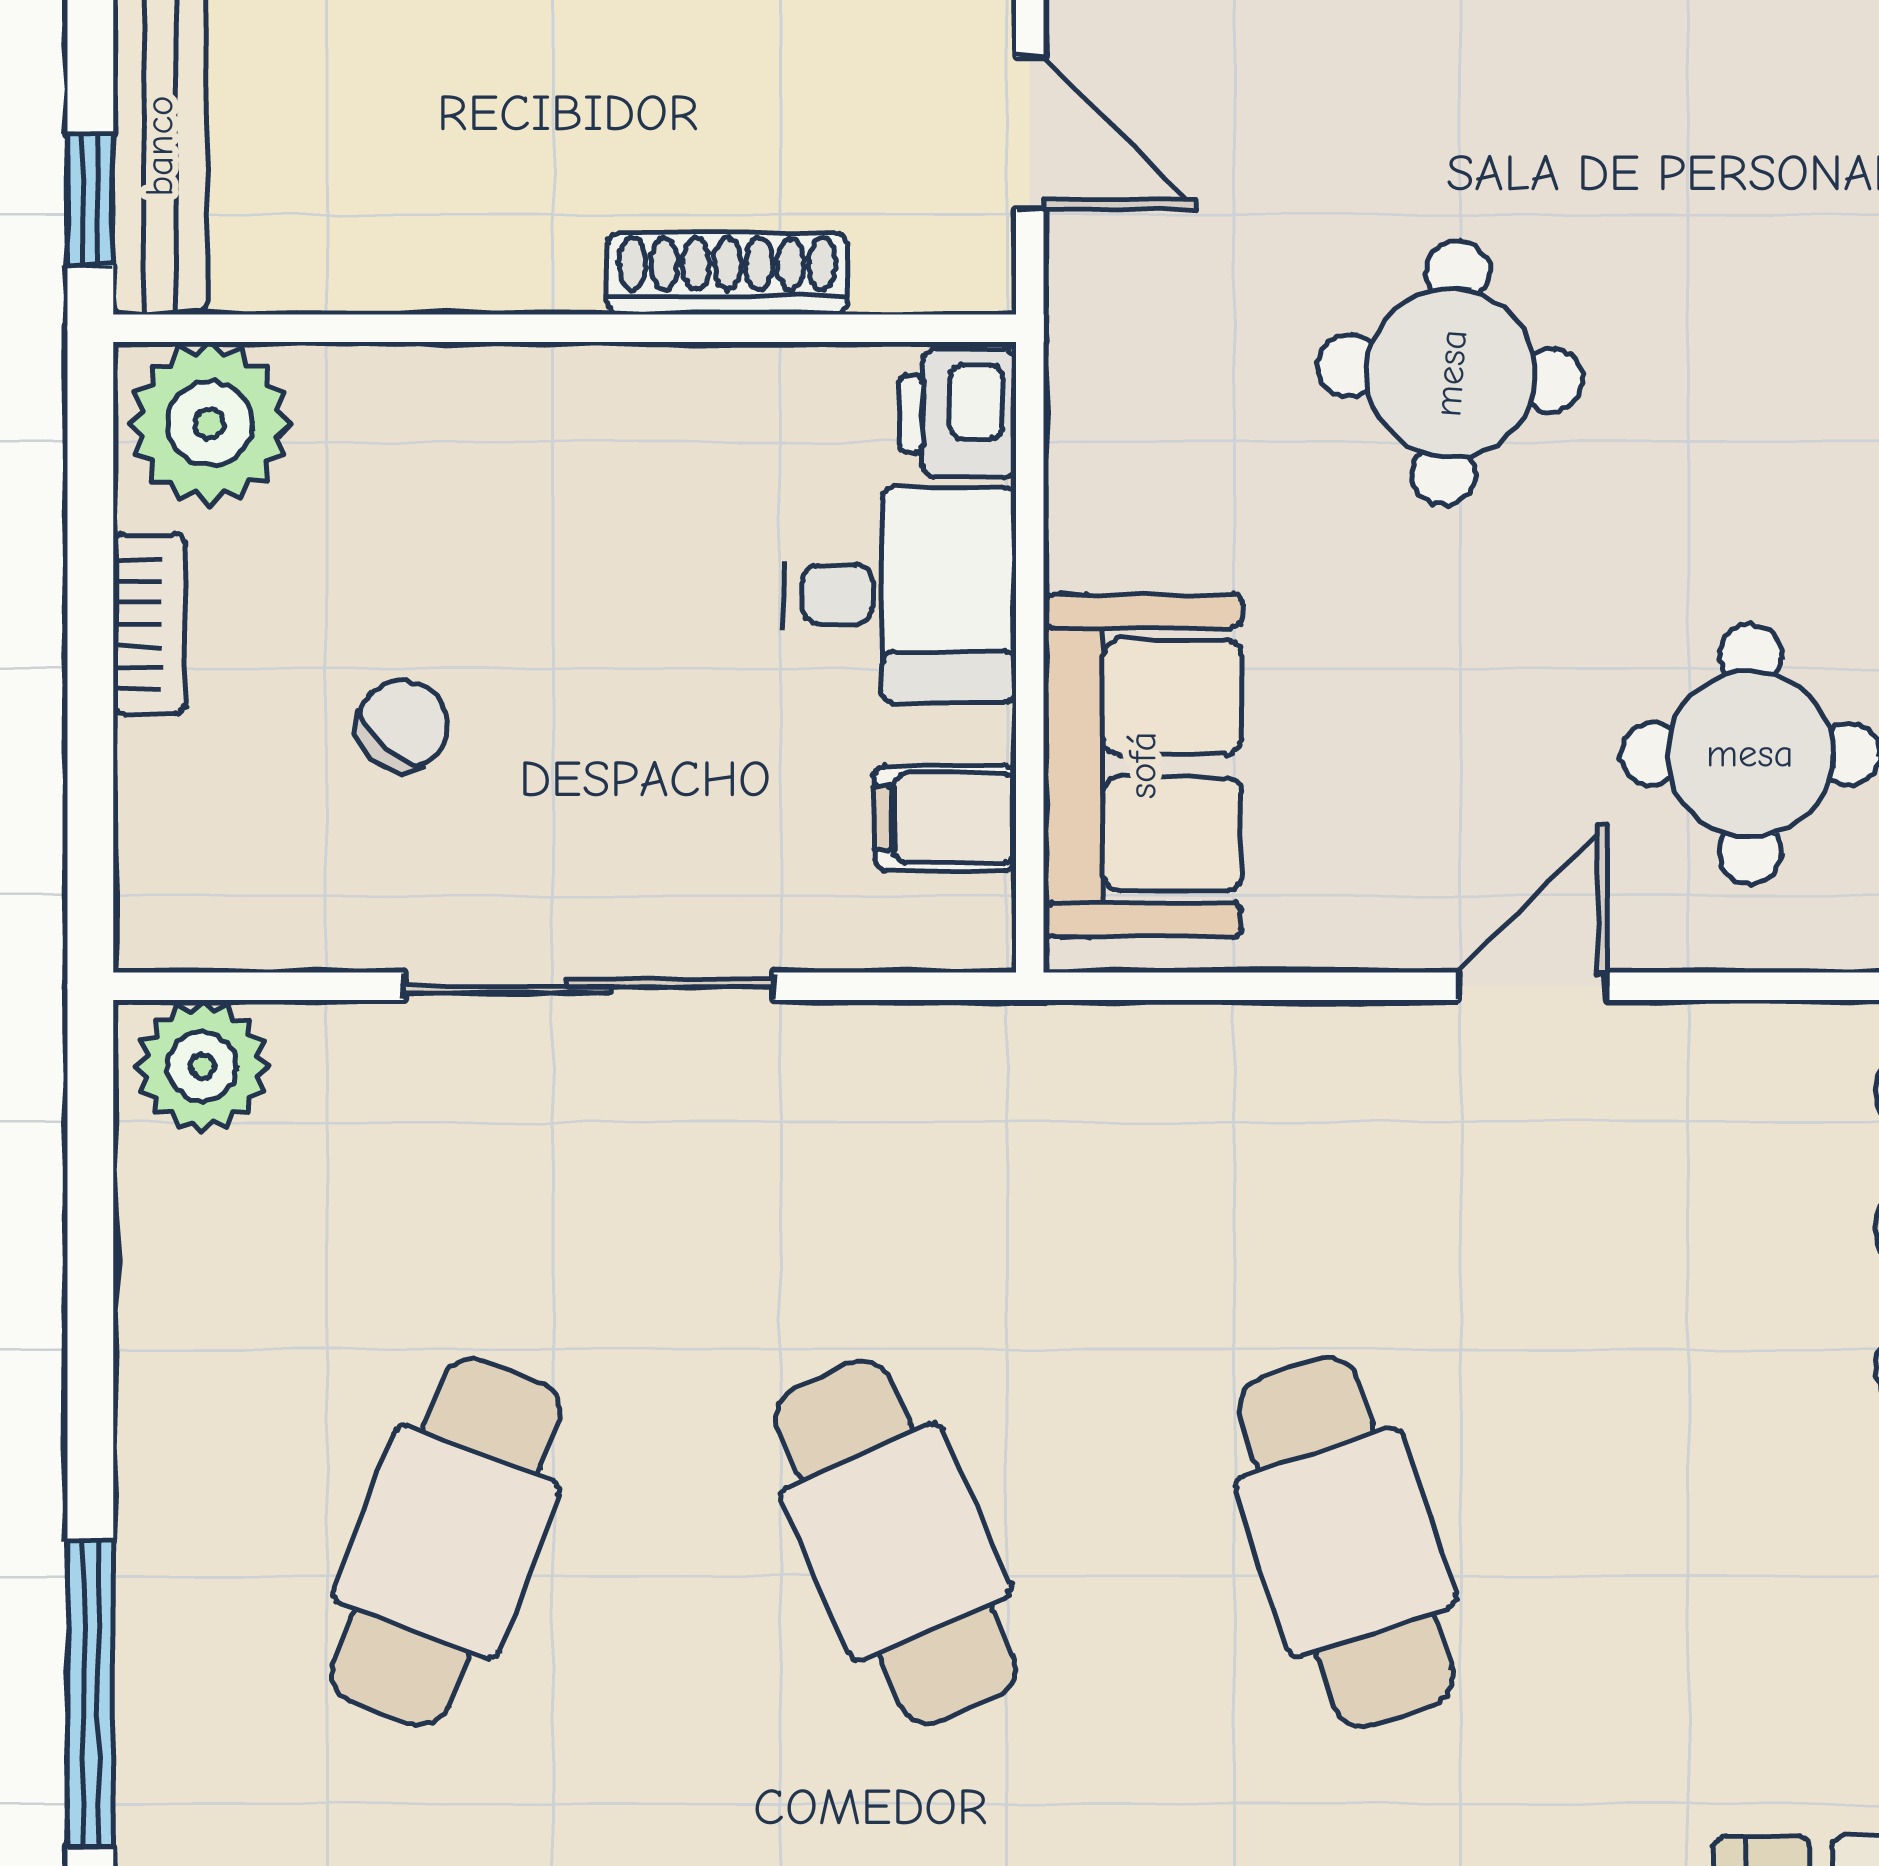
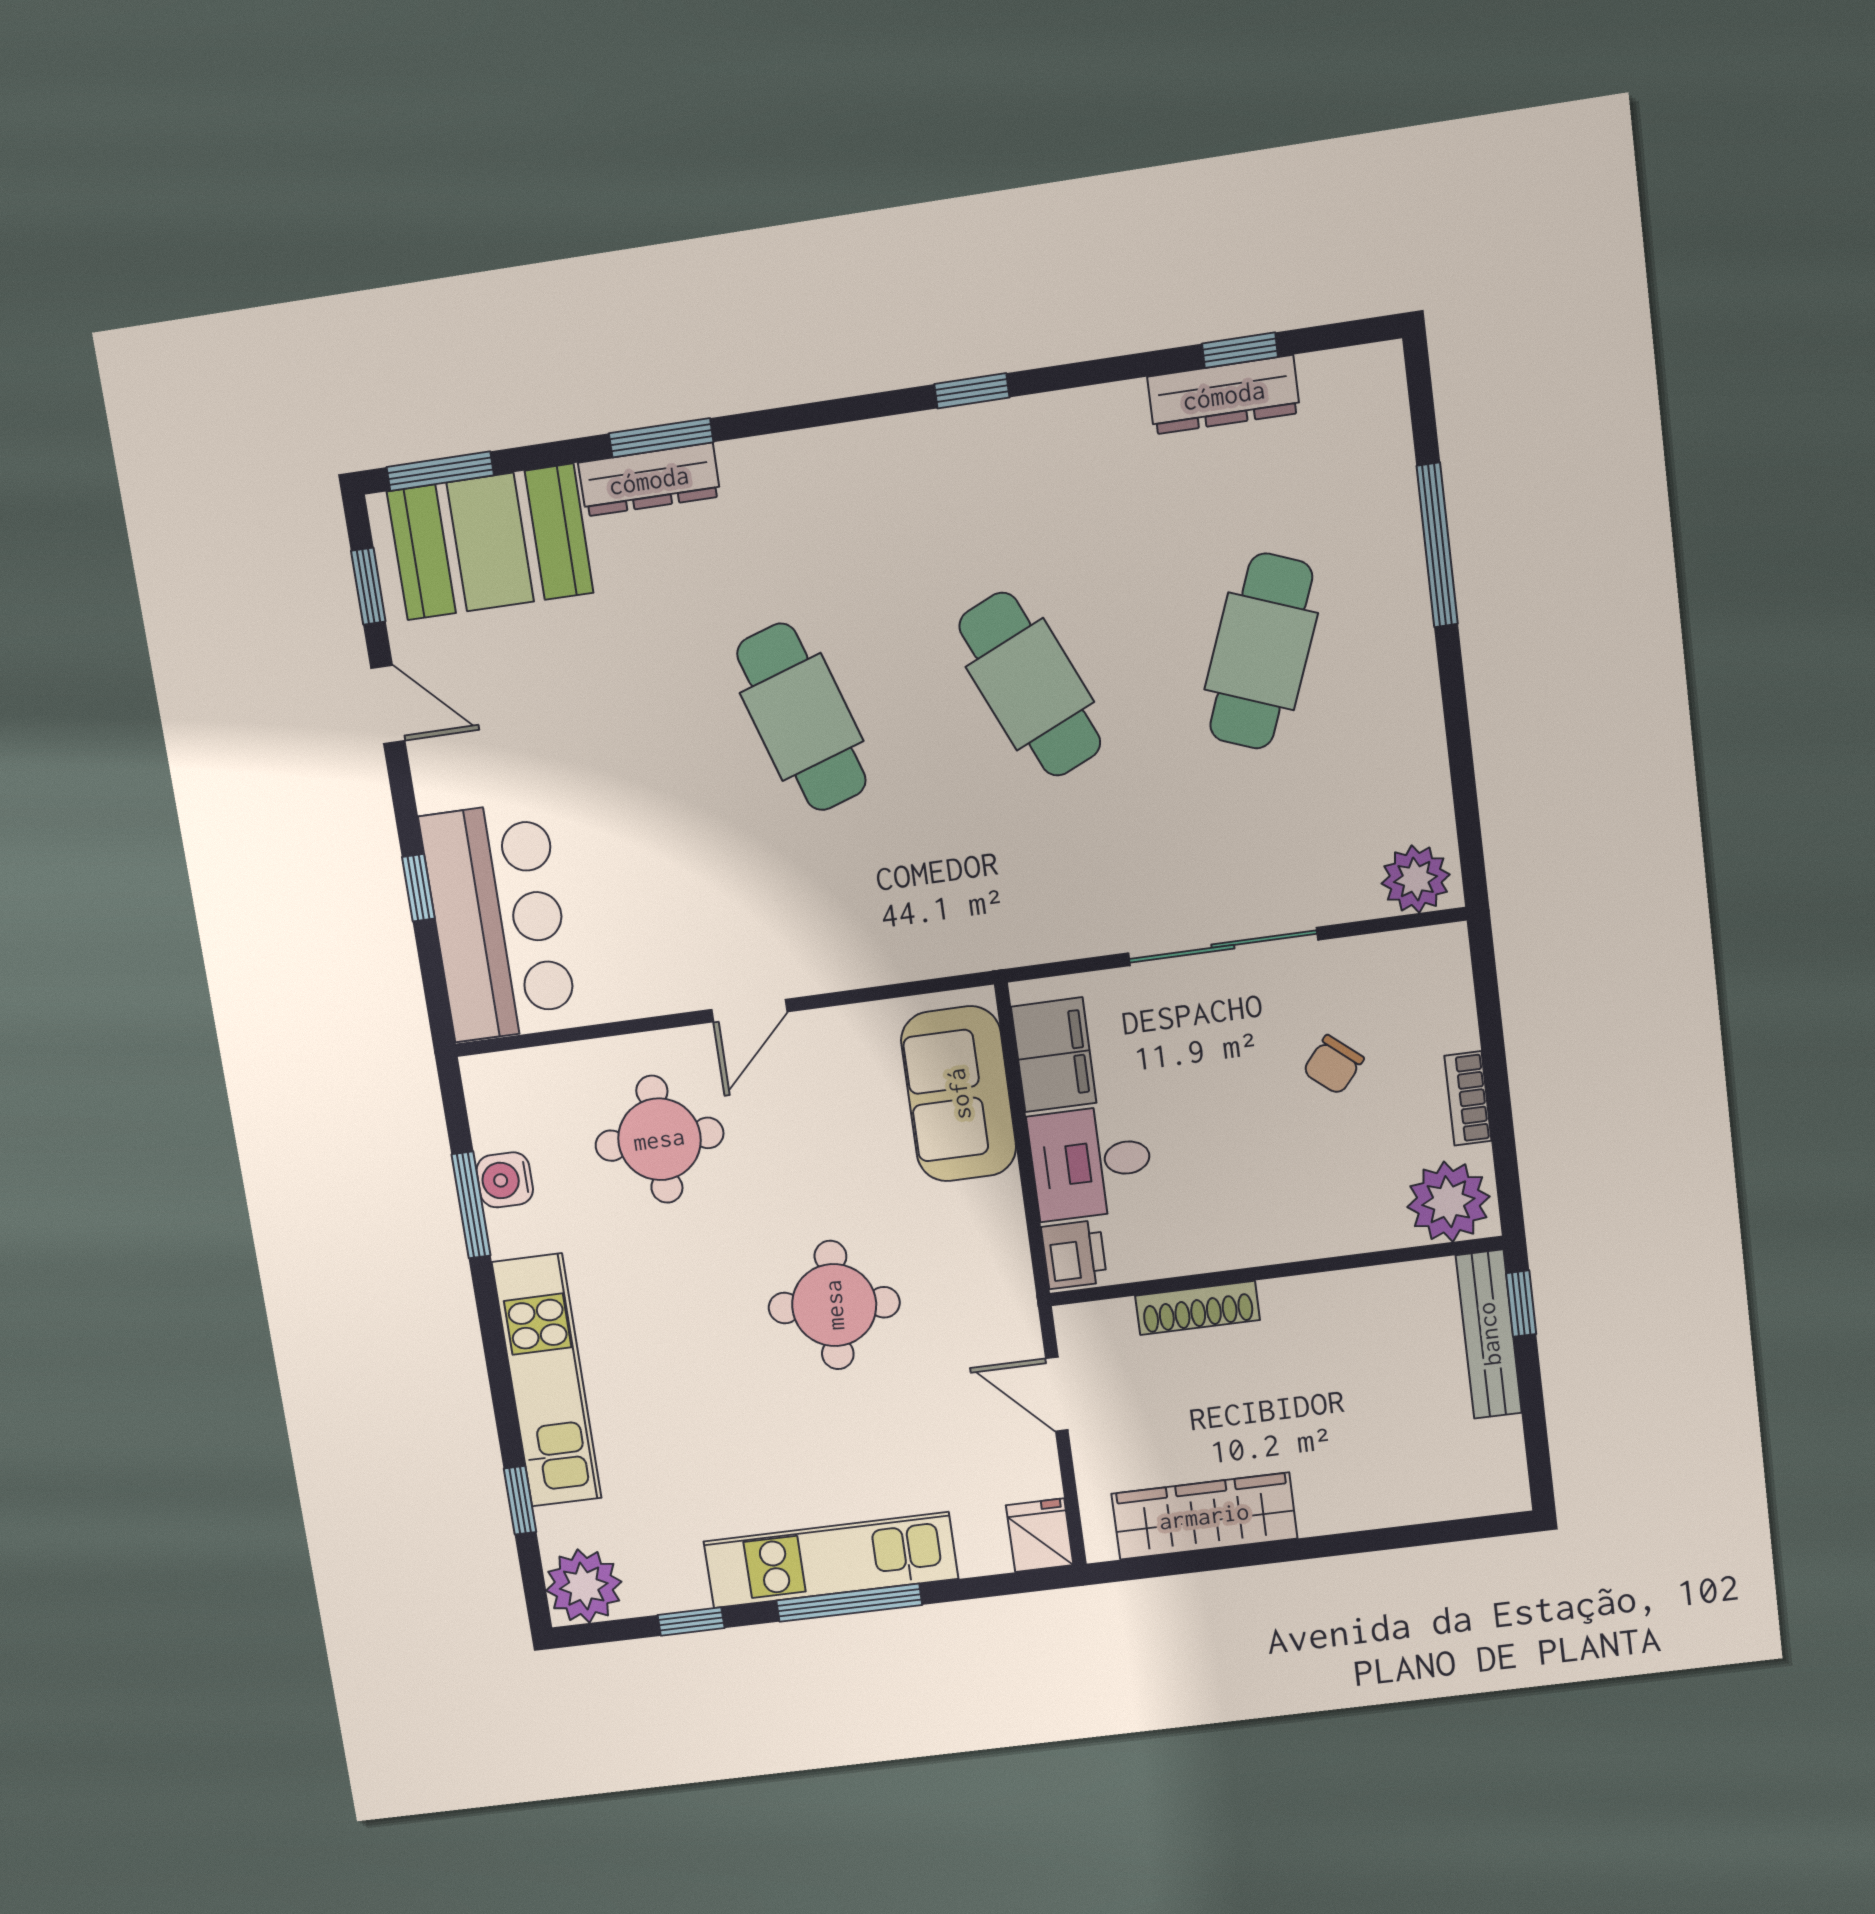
filing cabinet: (945, 818) -> (1054, 1055), width x2.00

